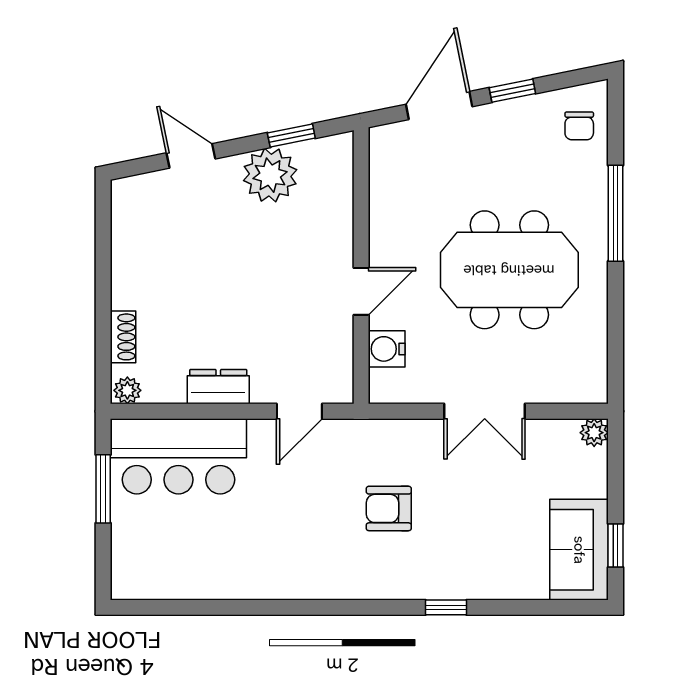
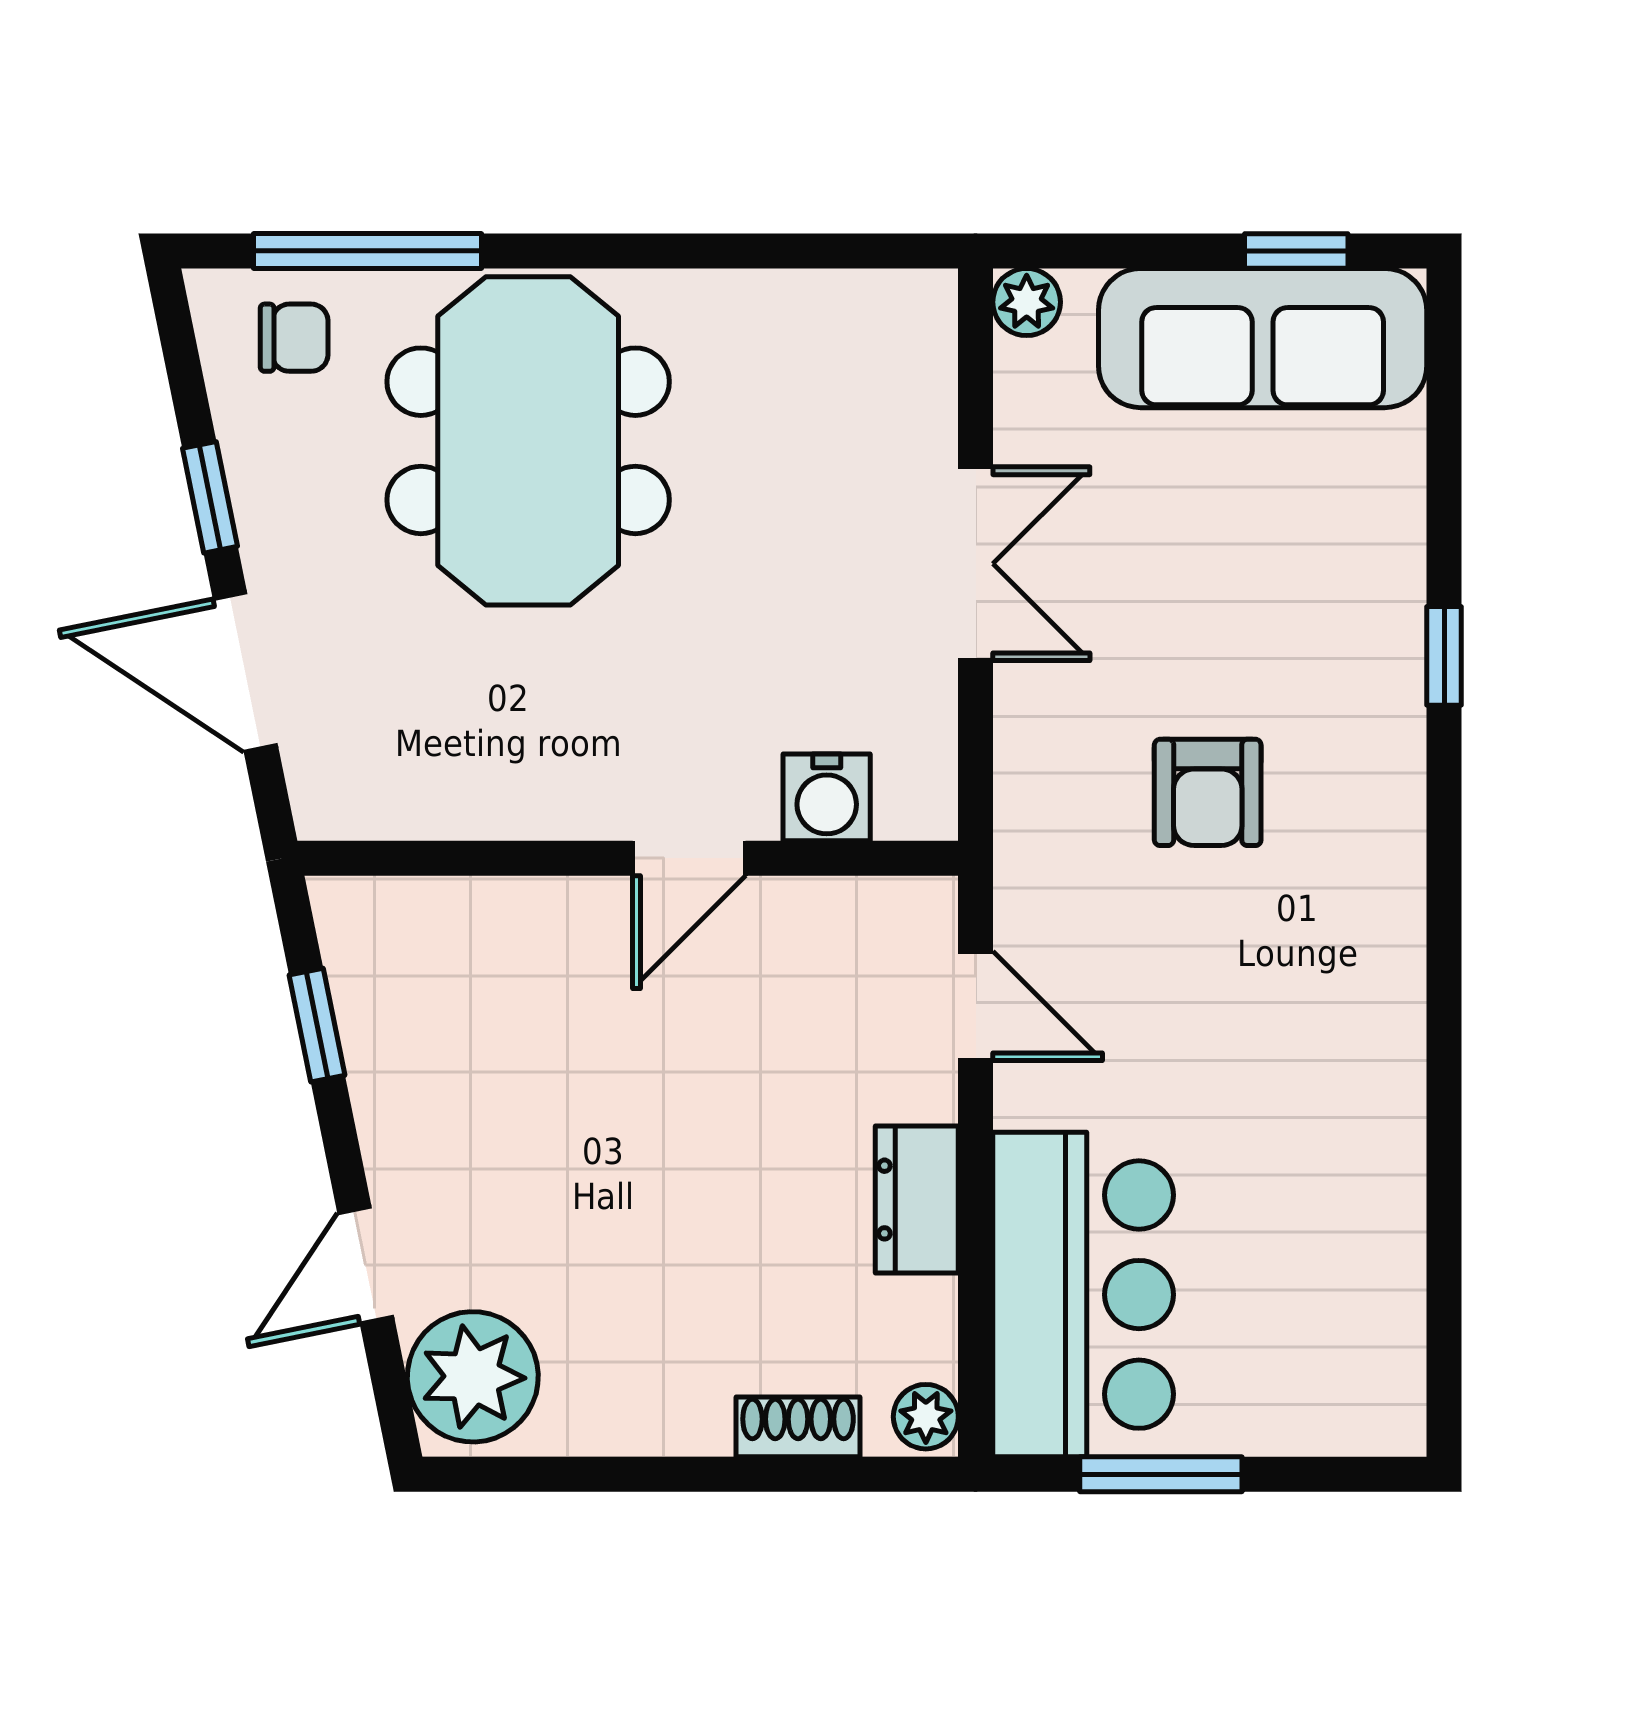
plant: (270, 175) -> (473, 1377), moved
window: (615, 213) -> (367, 251), moved
meeting table: (509, 270) -> (528, 441), moved
door: (361, 291) -> (689, 858), swing flipped
sofa: (579, 550) -> (1263, 338), width x1.36

